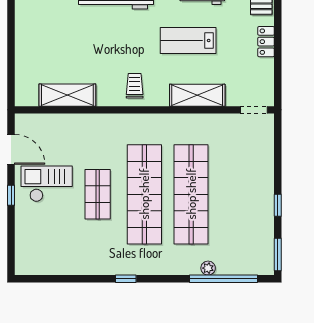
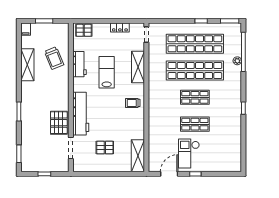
pallet: (57, 37) -> (105, 148), added
lab bench: (188, 40) -> (107, 72), turned 180
locker: (266, 42) -> (120, 28), moved
shelving: (67, 95) -> (138, 156), moved
shop shelf: (144, 194) -> (195, 97), width x0.50, depth x0.74
shop shelf: (238, 194) -> (195, 44), added

